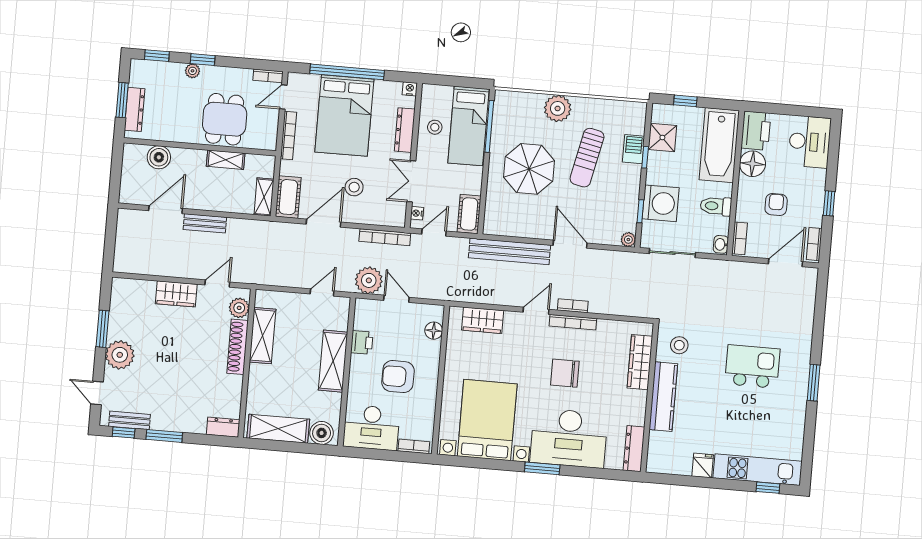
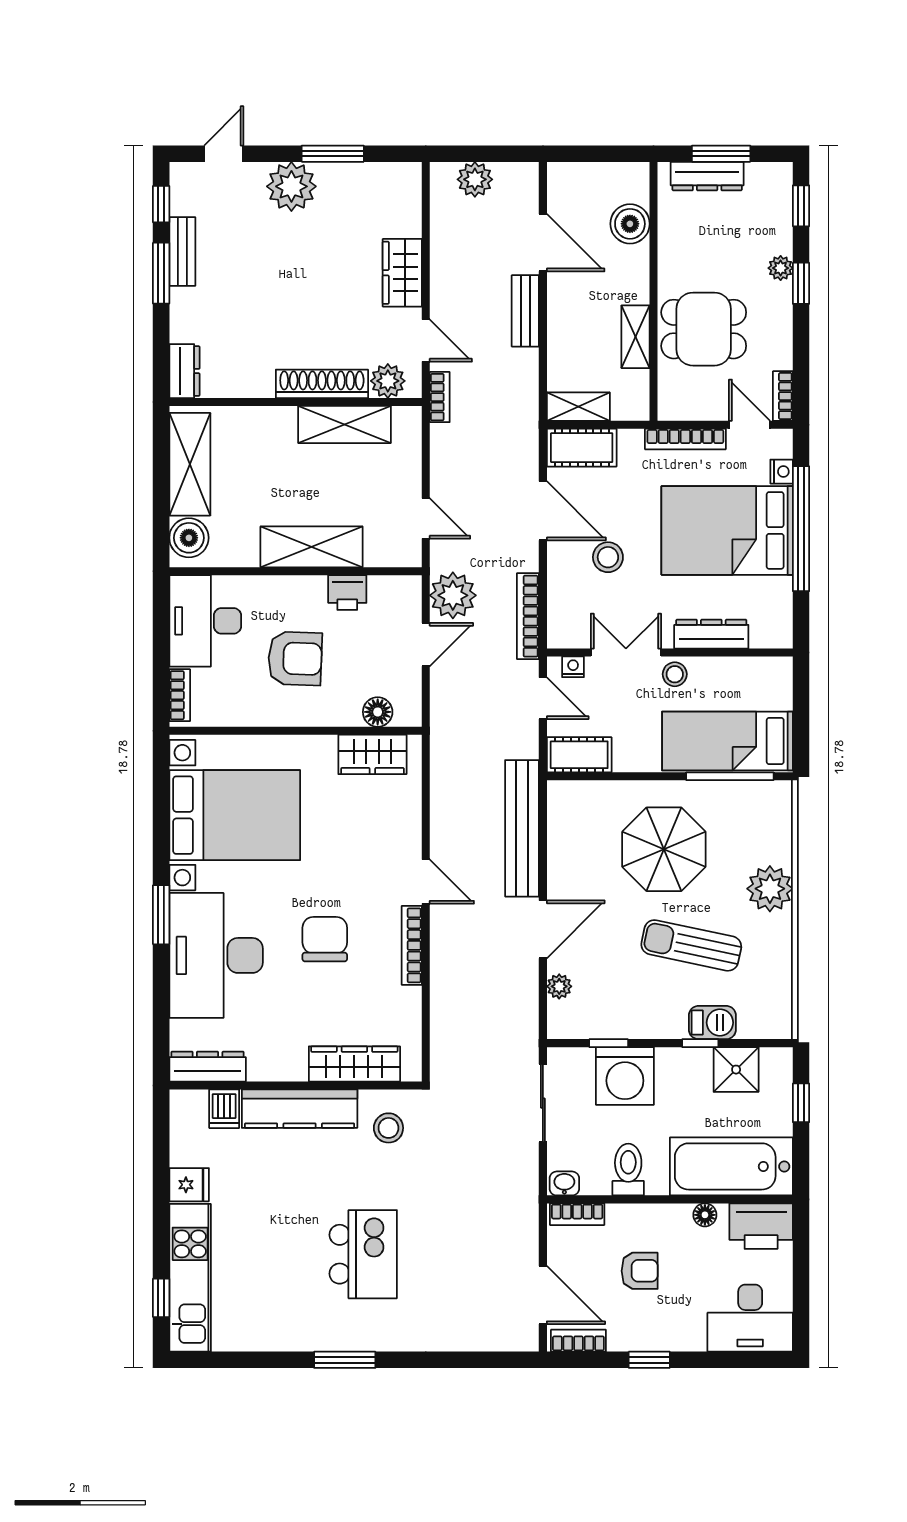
nightstand: (410, 89) -> (782, 472), moved
stool: (435, 127) -> (675, 674), moved
floor lamp: (752, 164) -> (705, 1215), width x0.53, depth x0.53
plant: (628, 240) -> (559, 986), moved
plant: (125, 246) -> (475, 179), added
bookcase: (573, 306) -> (440, 397), moved
wardrobe: (483, 320) -> (372, 754), moved, turned -90
armchair: (398, 377) -> (295, 658), turned 92
bench: (130, 420) -> (182, 252), moved
dishwasher: (660, 441) -> (224, 1109), added

